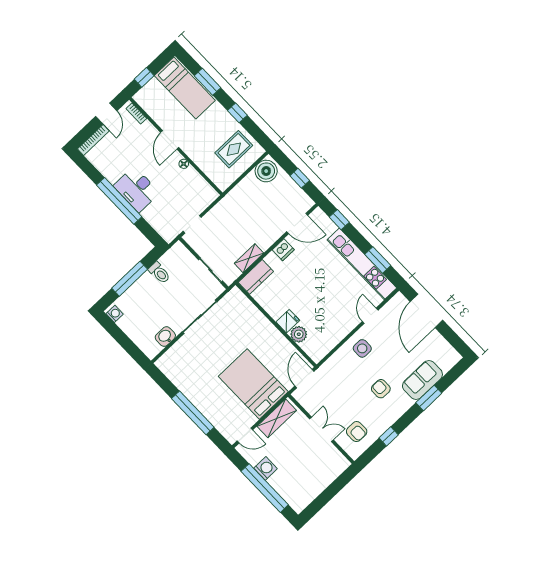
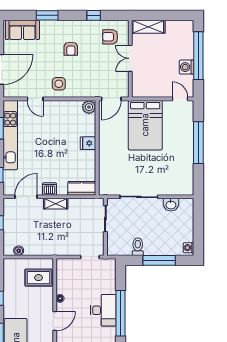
rug: (234, 149) -> (39, 278), moved
boiler: (266, 171) -> (19, 251), width x0.54, depth x0.54
door: (297, 224) -> (26, 197), hinge flipped
shelving: (249, 258) -> (56, 204), moved
door: (370, 316) -> (35, 99), hinge flipped
plant: (299, 334) -> (89, 107), moved
sofa: (422, 380) -> (22, 30), moved
shelving: (277, 418) -> (148, 27), moved
armchair: (357, 432) -> (110, 37), turned -90

